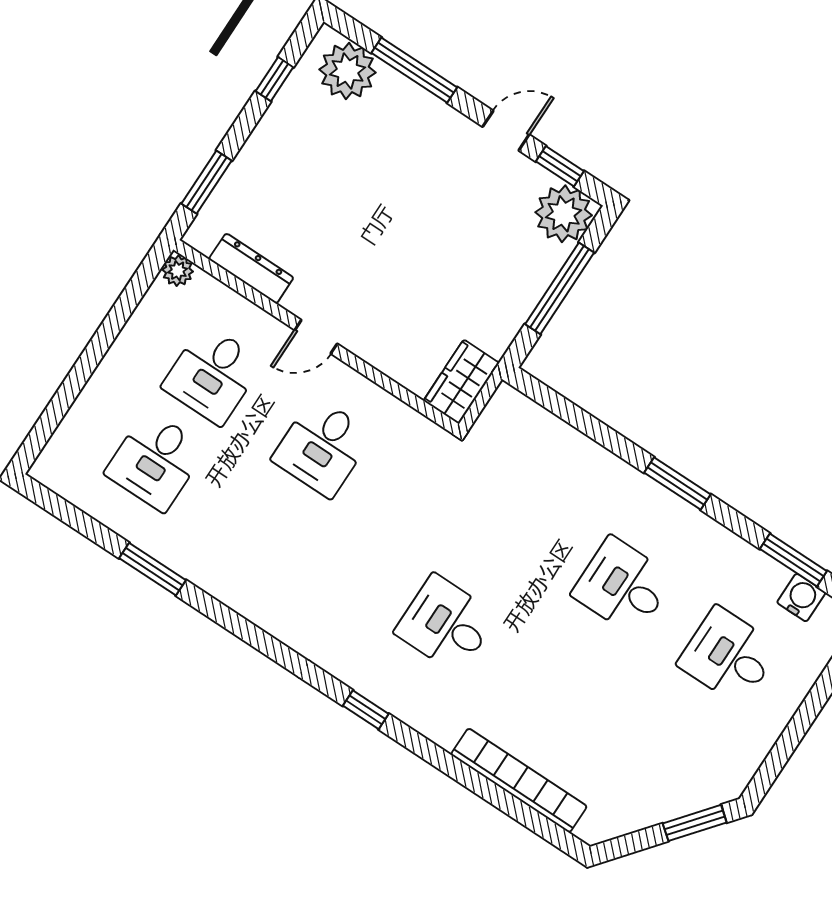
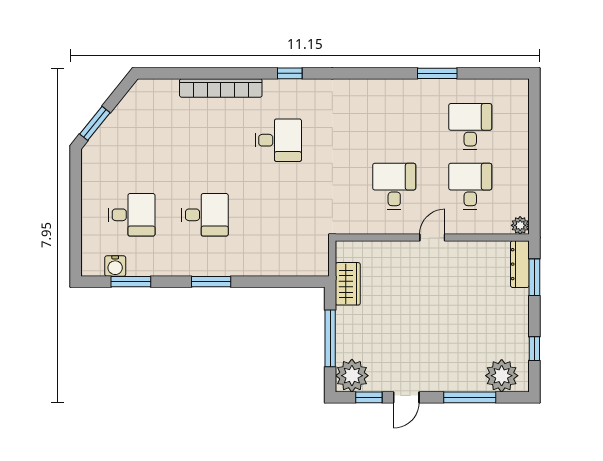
dresser: (251, 268) -> (520, 264), moved, turned 90
wardrobe: (461, 382) -> (348, 284), moved
bookcase: (519, 780) -> (221, 88), moved

